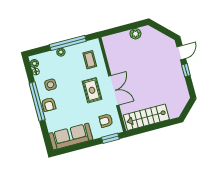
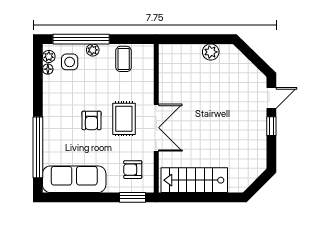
window: (68, 43) -> (81, 39), moved
coffee table: (90, 60) -> (124, 59), moved
side table: (51, 85) -> (70, 62), moved
window: (37, 101) -> (38, 147), moved
armchair: (49, 104) -> (91, 120), moved

